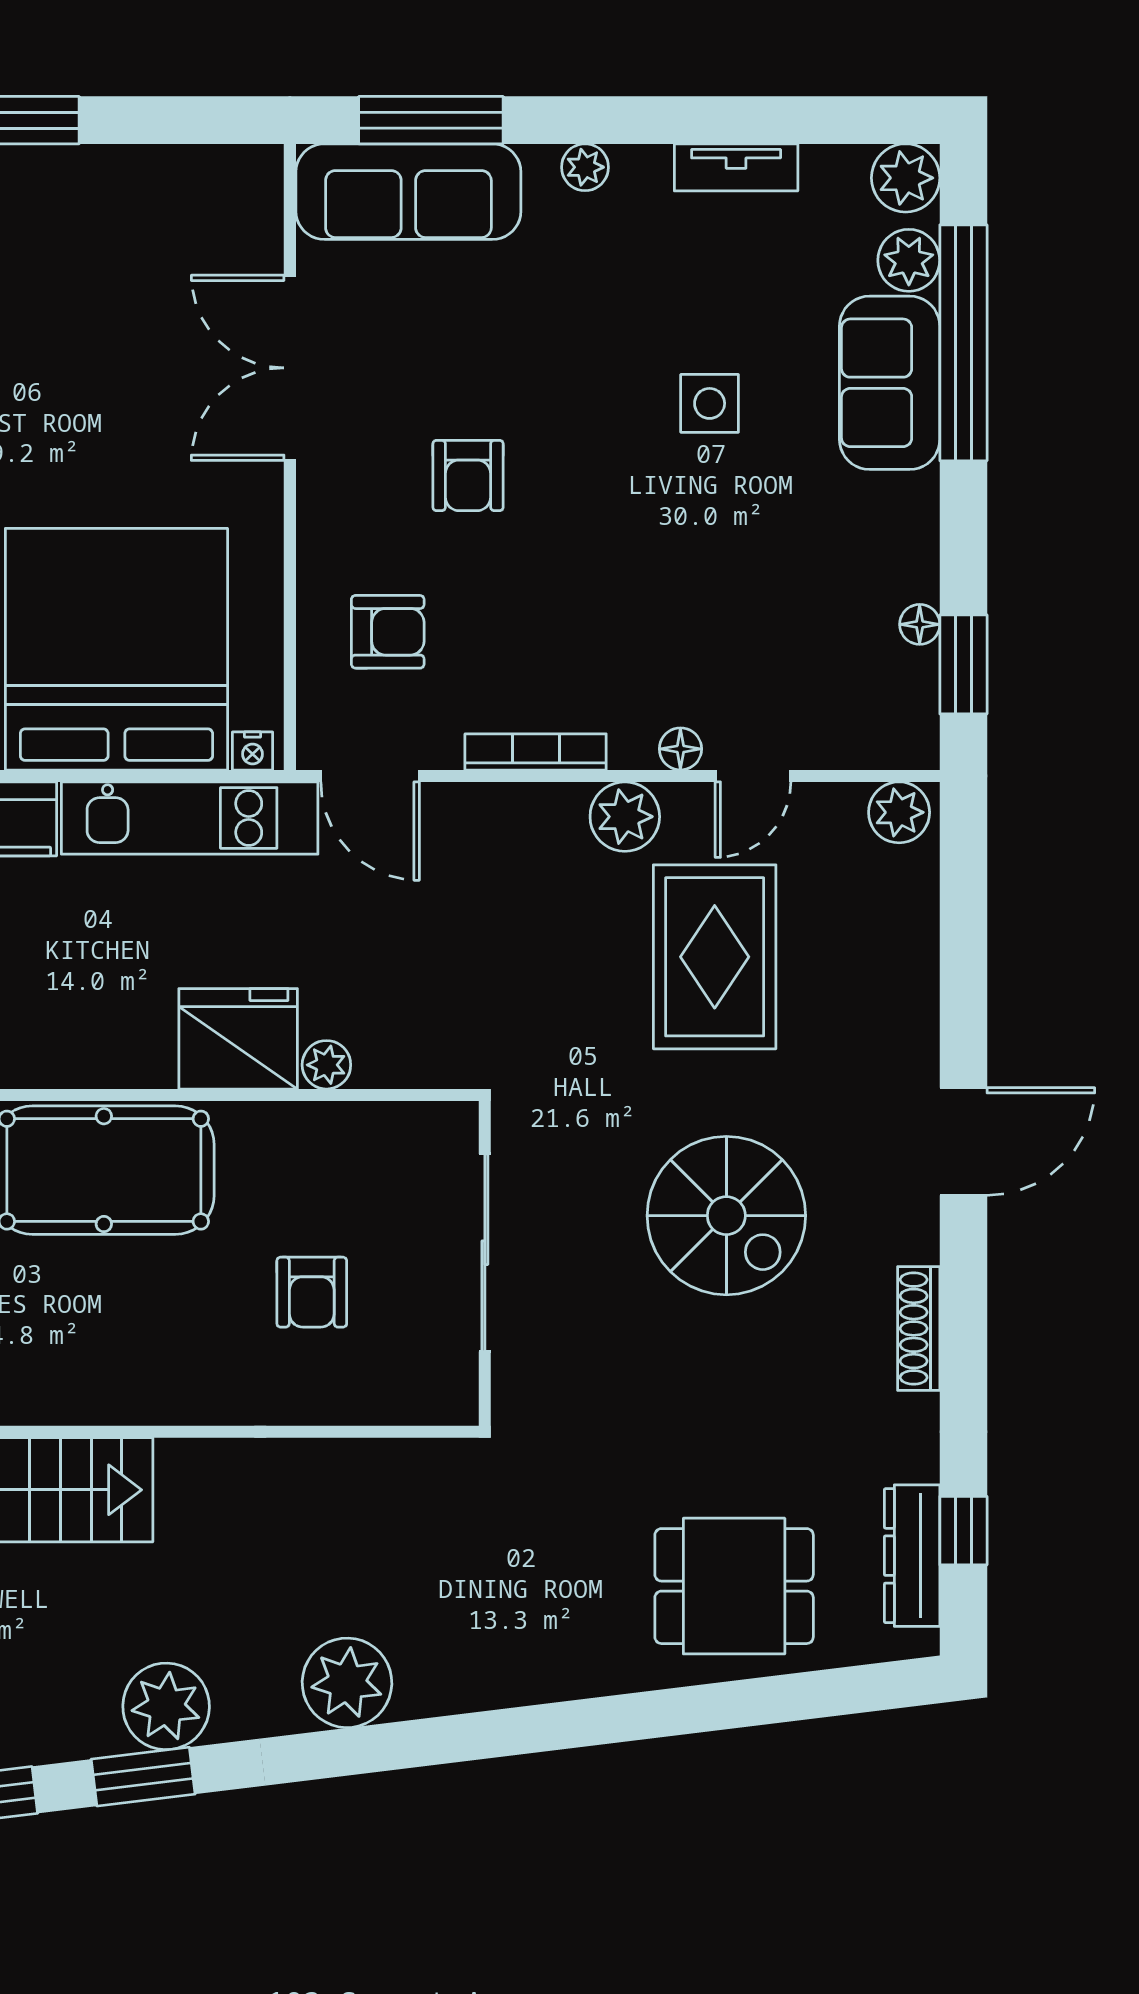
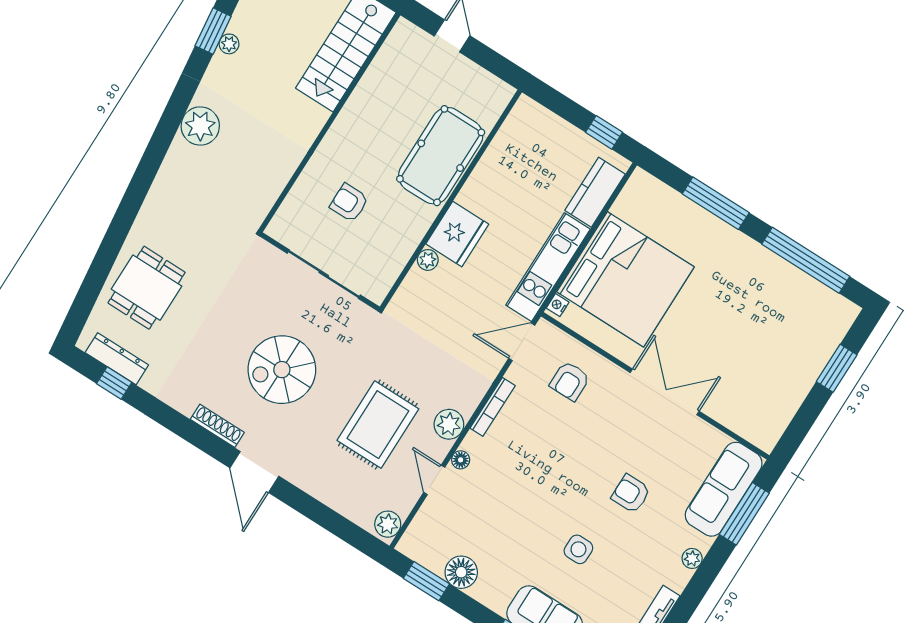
double door: (290, 368) -> (665, 392), moved
armchair: (468, 476) -> (631, 494), moved
floor lamp: (920, 624) -> (461, 572), width x1.89, depth x1.89
rug: (715, 957) -> (378, 425), turned 90
shoe rack: (919, 1328) -> (217, 426), moved
plant: (166, 1706) -> (229, 44), width x0.53, depth x0.53

